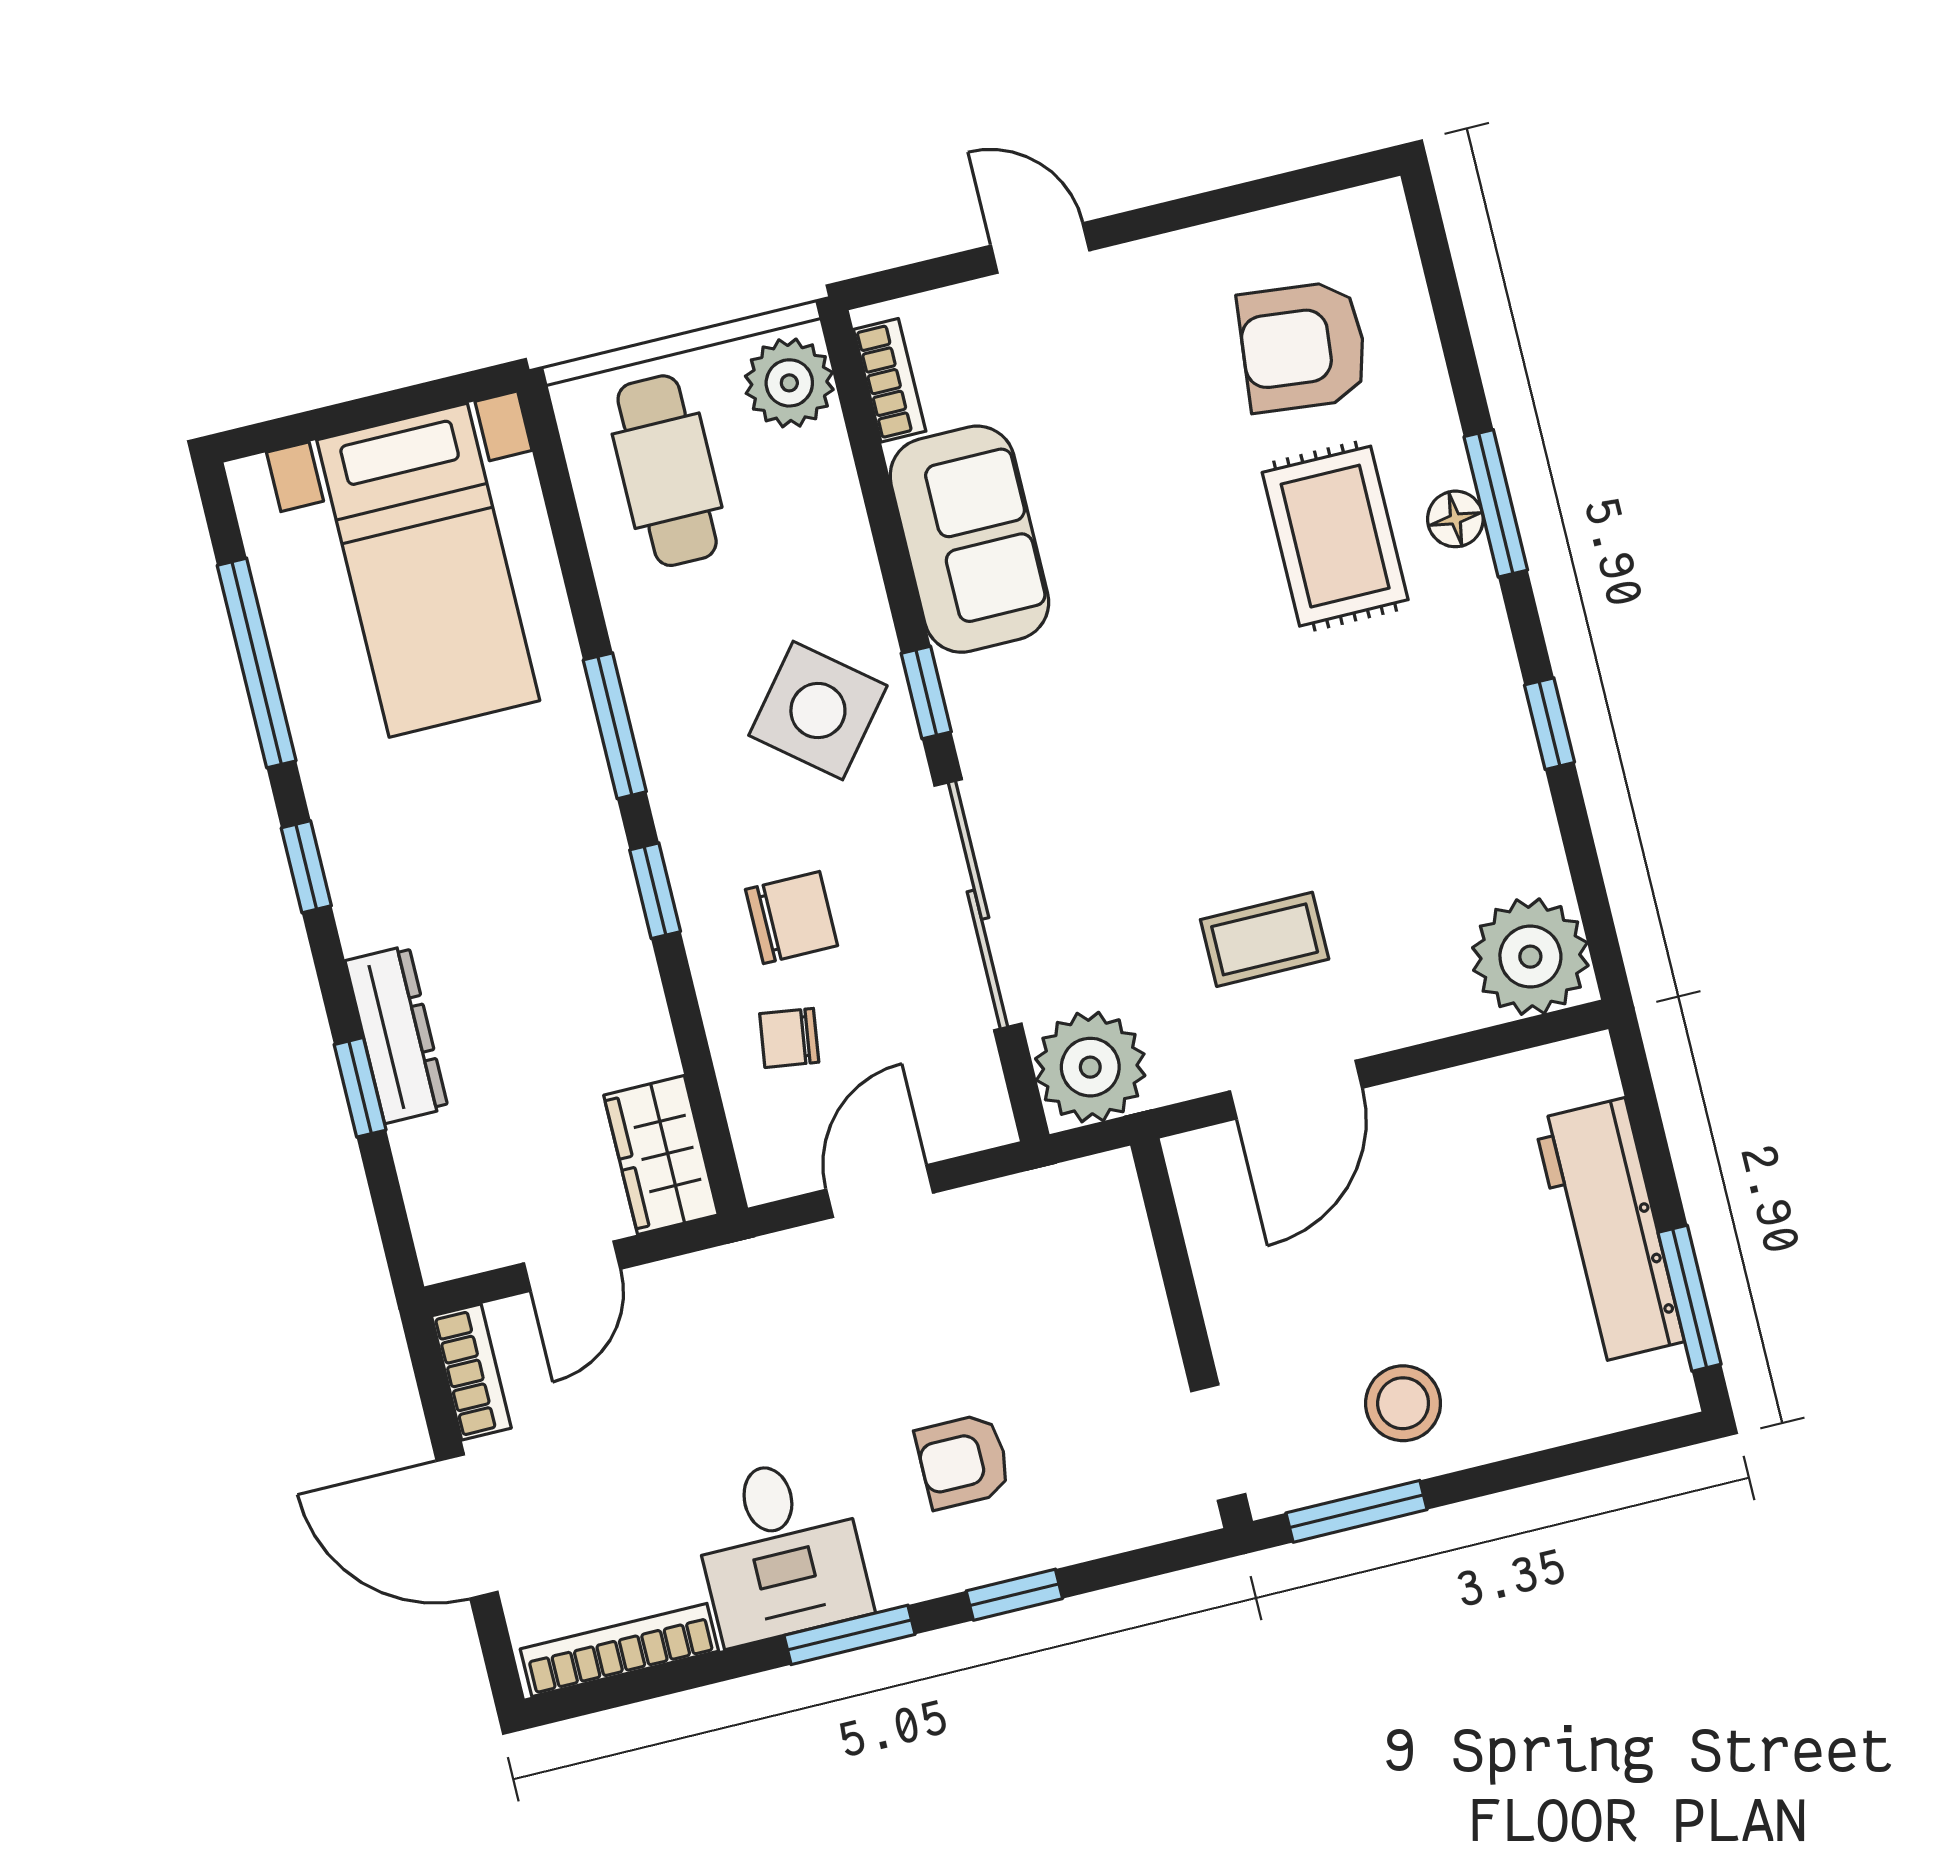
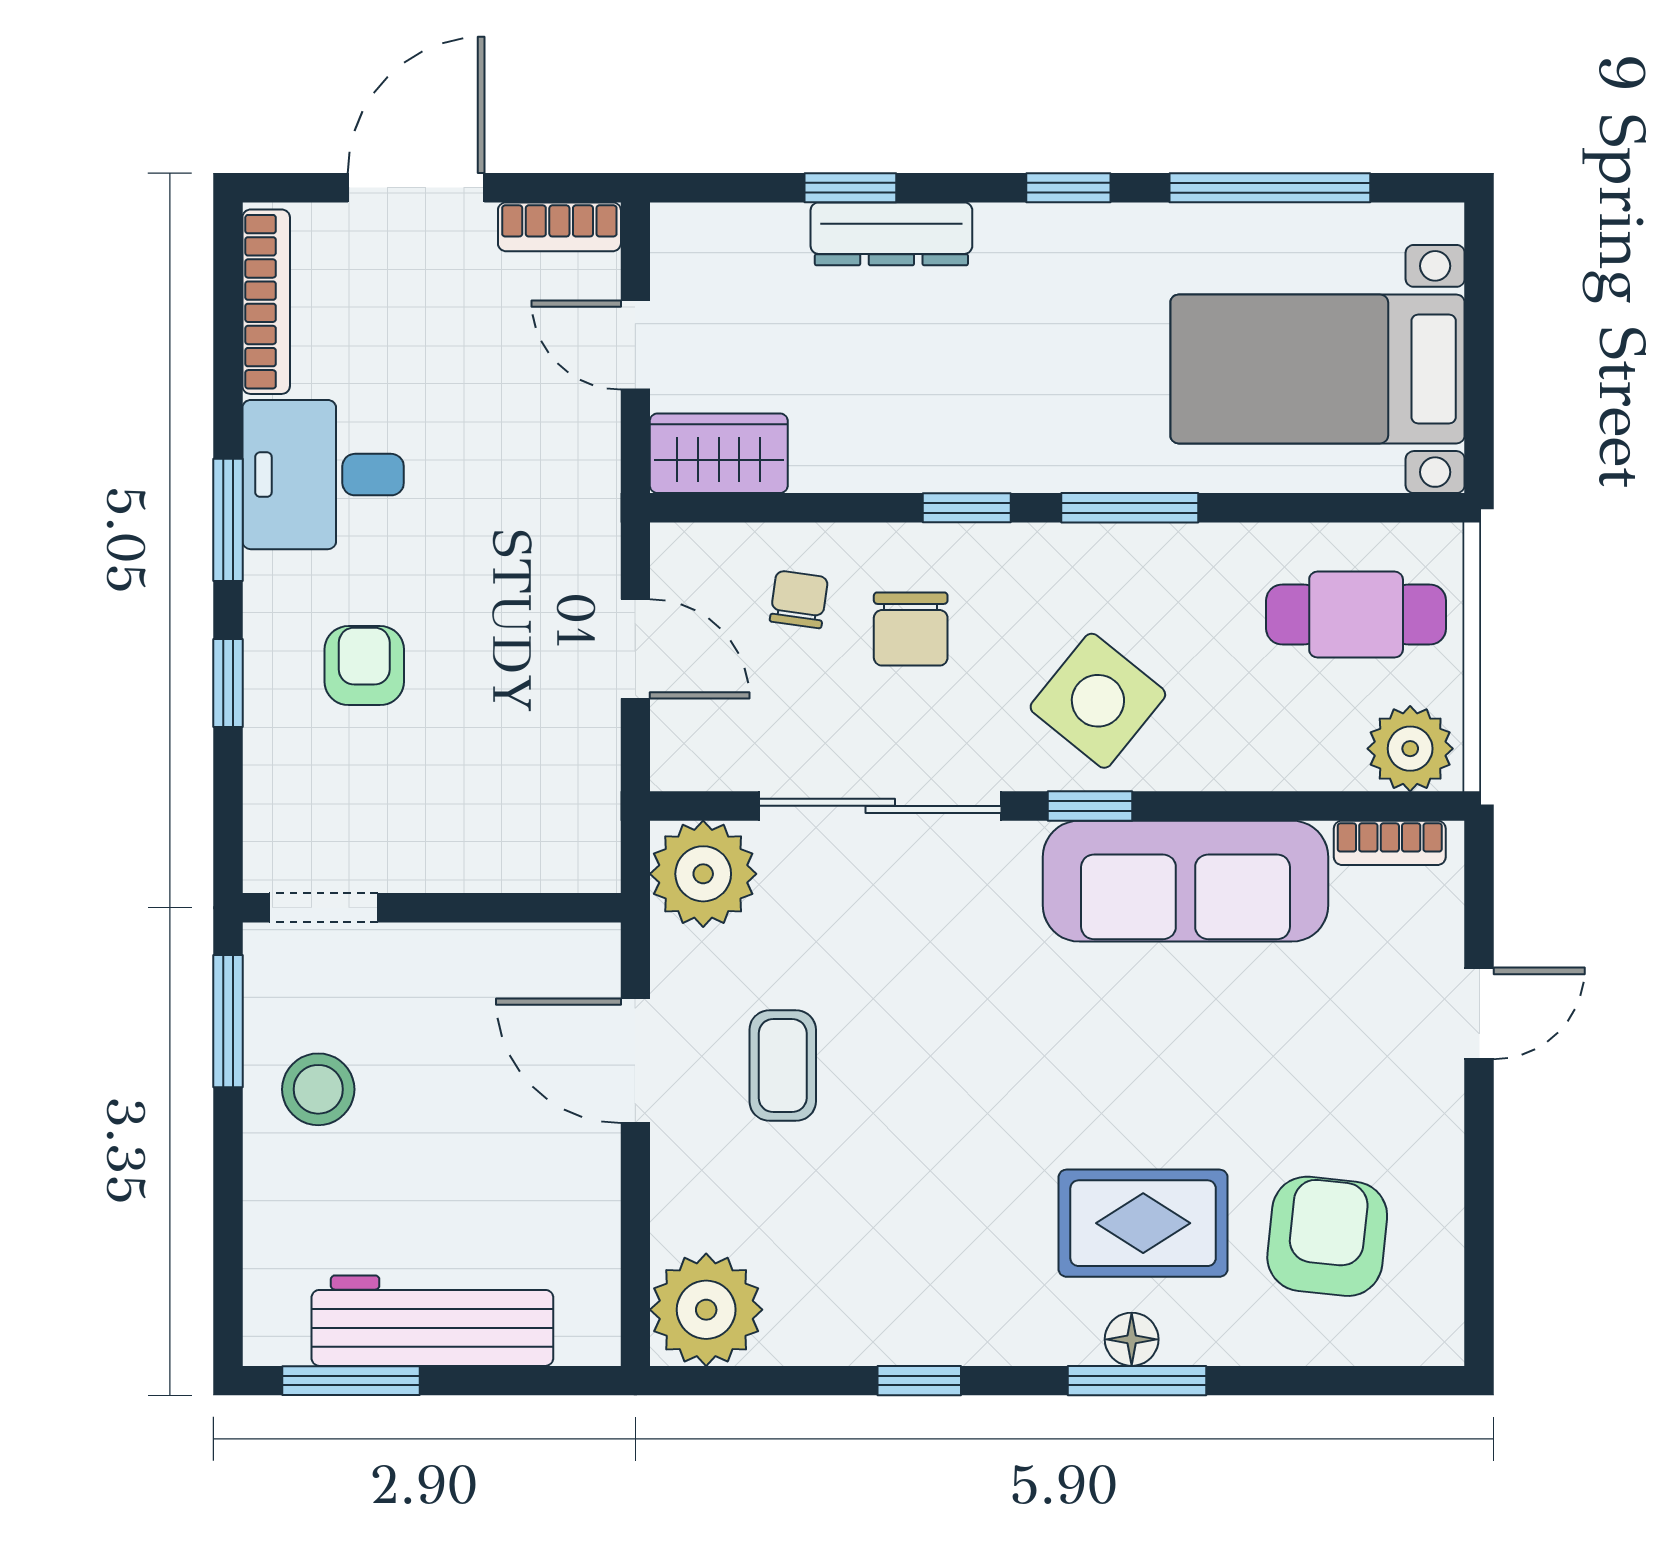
sofa: (969, 539) -> (1186, 881), width x1.36

